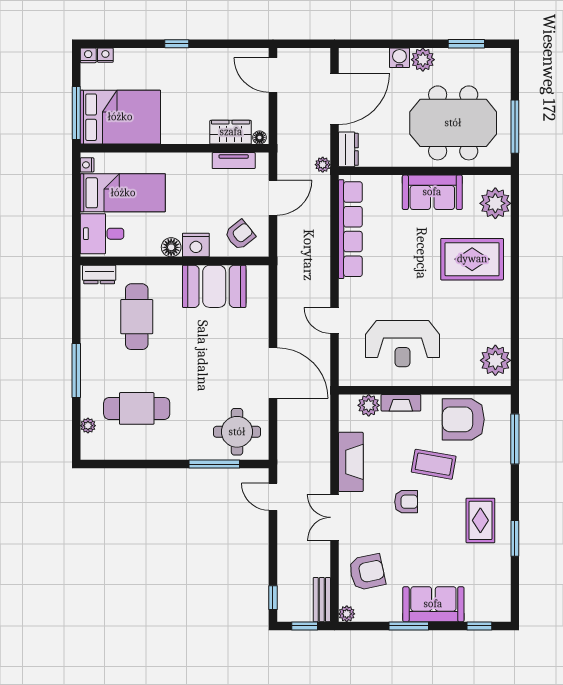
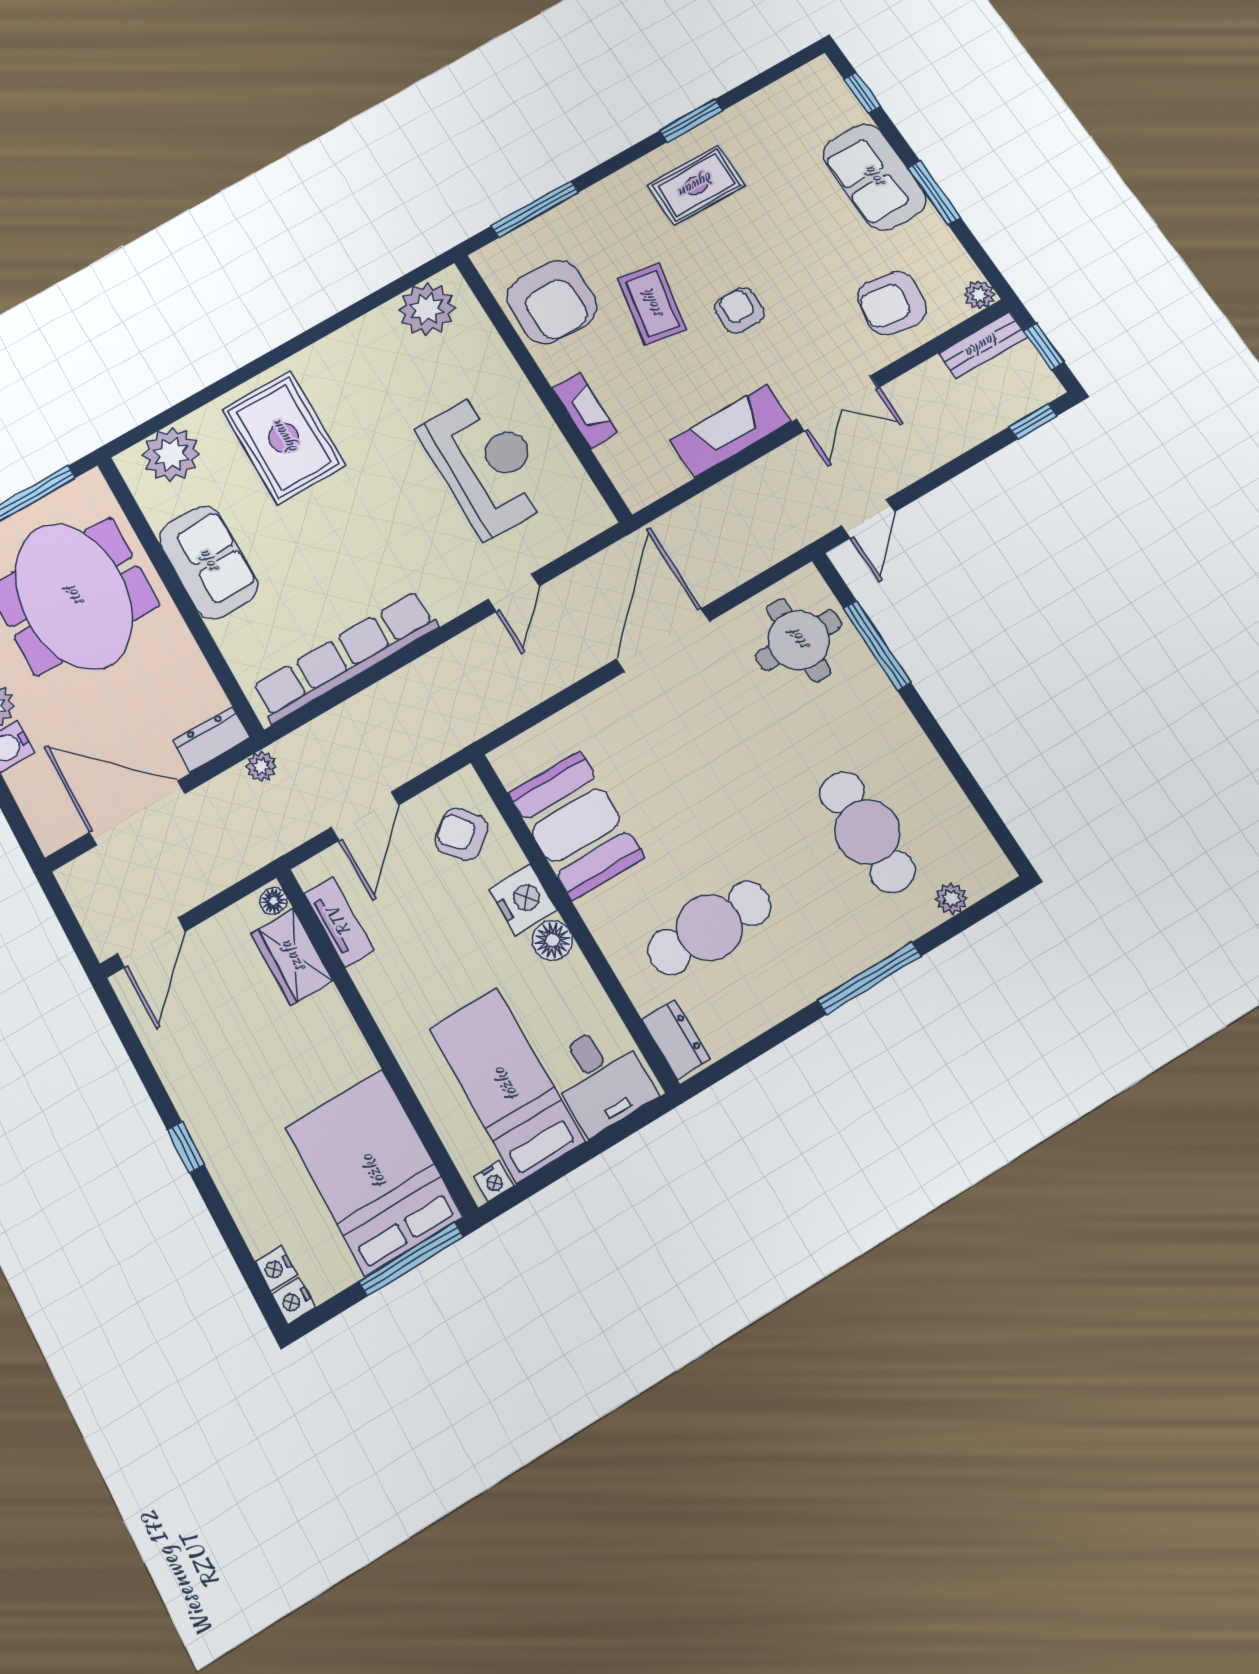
door: (273, 198) -> (365, 816), swing flipped
plant: (369, 405) -> (621, 457), removed
armchair: (367, 572) -> (892, 303), turned -69

